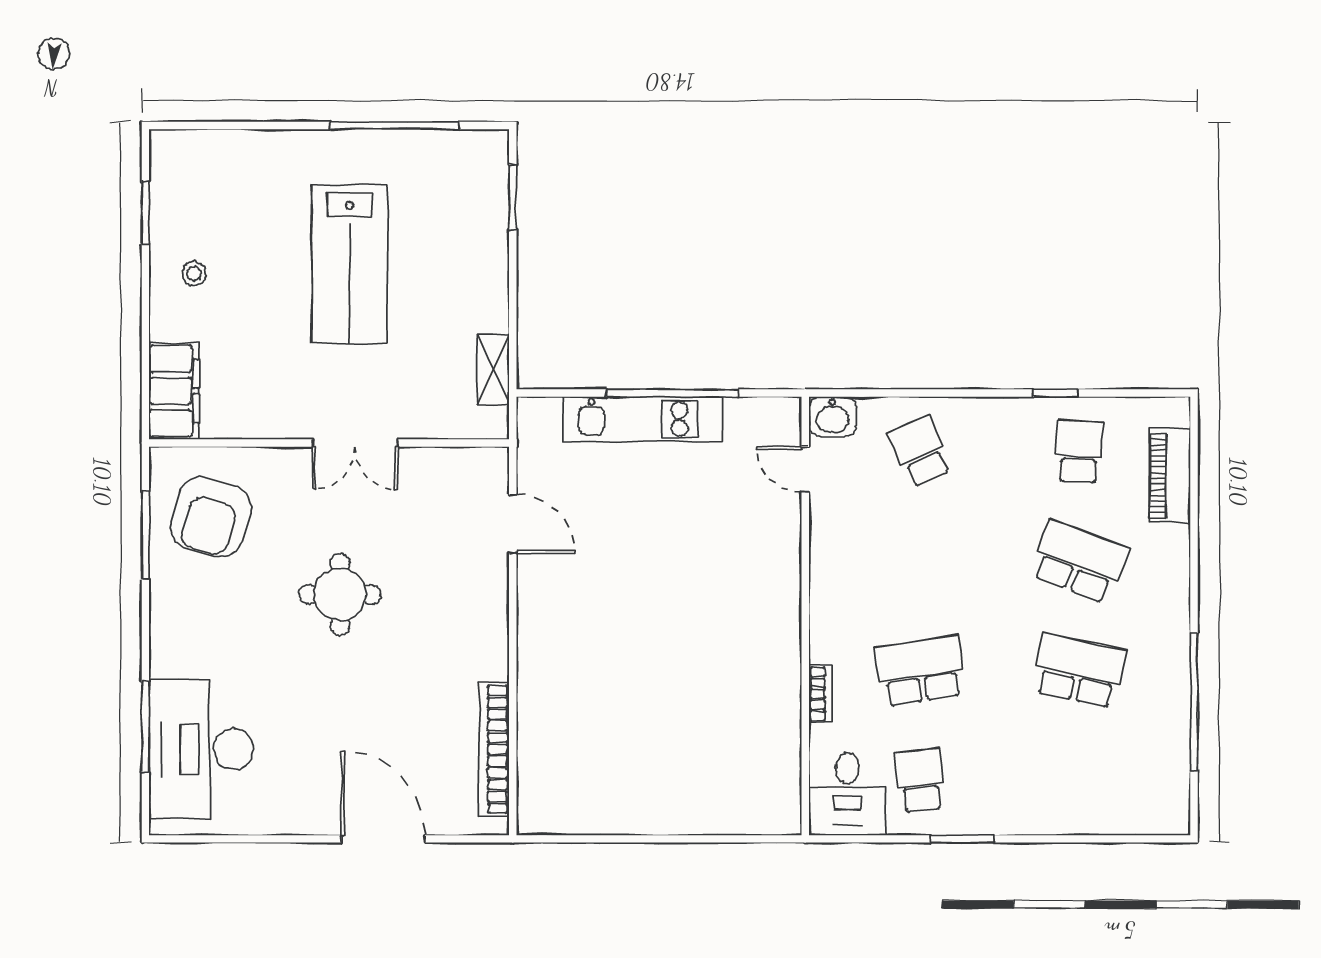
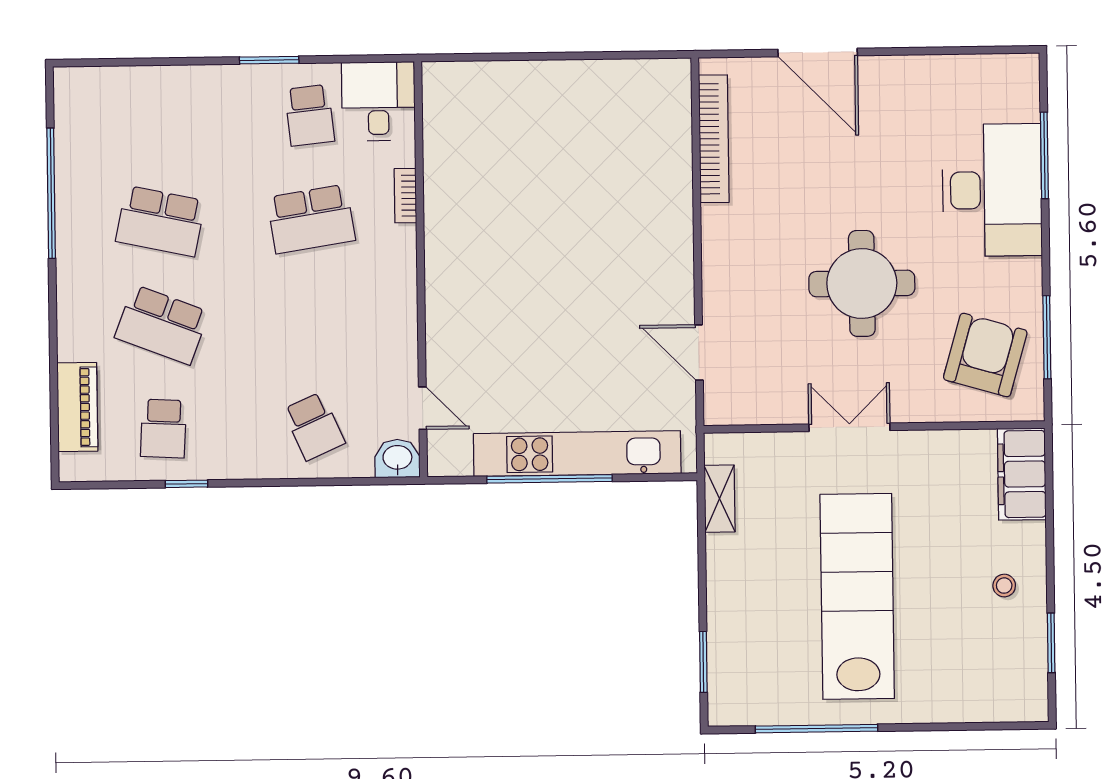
lab bench: (349, 264) -> (857, 596), width x1.36
kitchen unit: (643, 419) -> (577, 454), width x1.36
round table: (340, 594) -> (862, 283), width x1.36, depth x1.36
desk: (201, 749) -> (992, 190), moved

